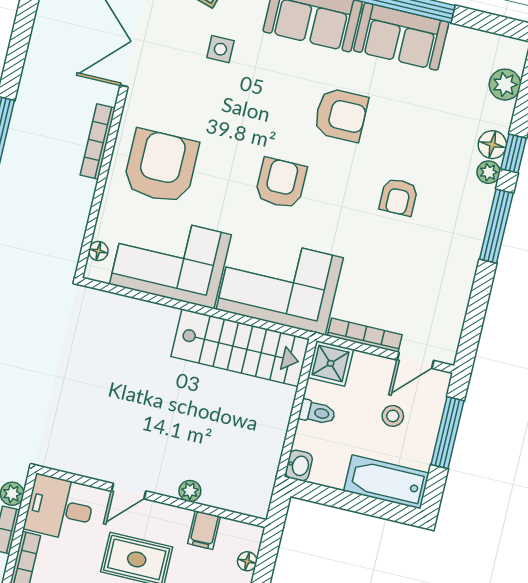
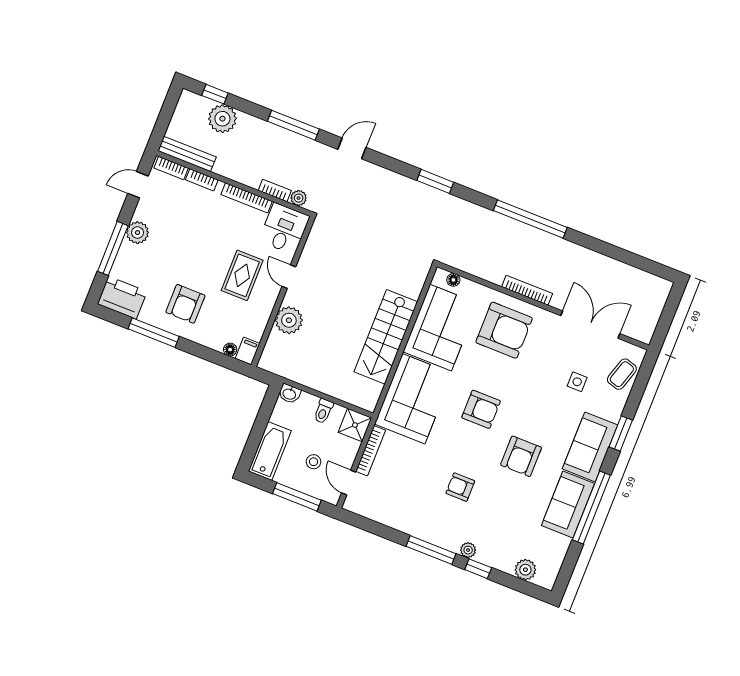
floor lamp: (492, 145) -> (486, 555), removed
stairs: (240, 348) -> (386, 337), moved
plant: (190, 491) -> (289, 320), width x1.88, depth x1.88
filing cabinet: (204, 530) -> (248, 351), moved, turned 90

